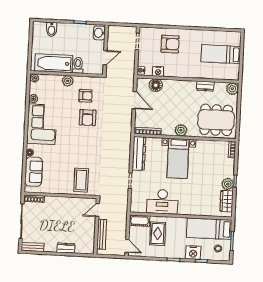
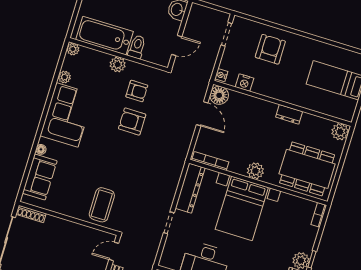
armchair: (170, 44) -> (270, 49), turned -90
floor lamp: (156, 85) -> (219, 95), moved
dresser: (205, 86) -> (289, 114), moved
armchair: (88, 118) -> (132, 122), turned 90
bed with nightstands: (178, 158) -> (242, 208), width x1.36

